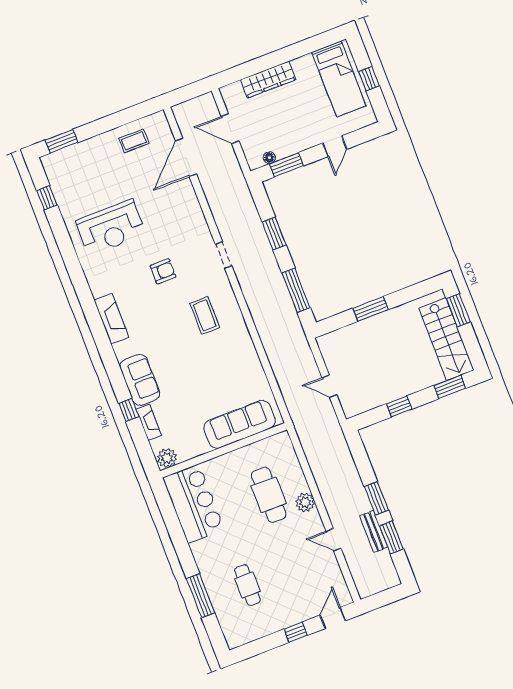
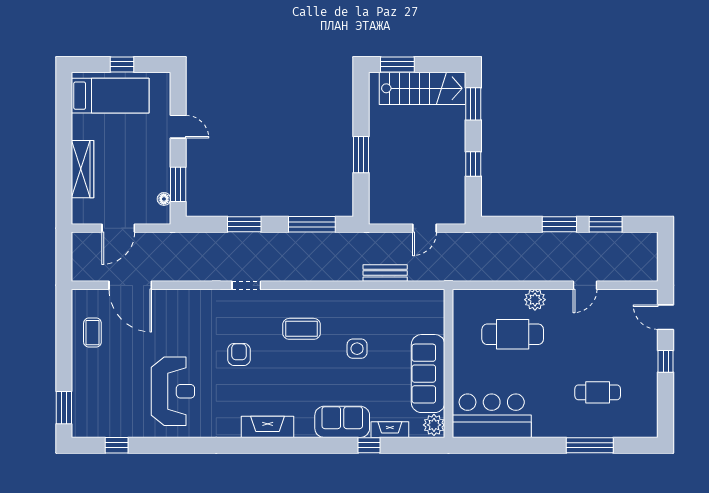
side table: (206, 369) -> (357, 349), added
sofa: (240, 424) -> (428, 374), moved
bench: (374, 531) -> (385, 273), moved

